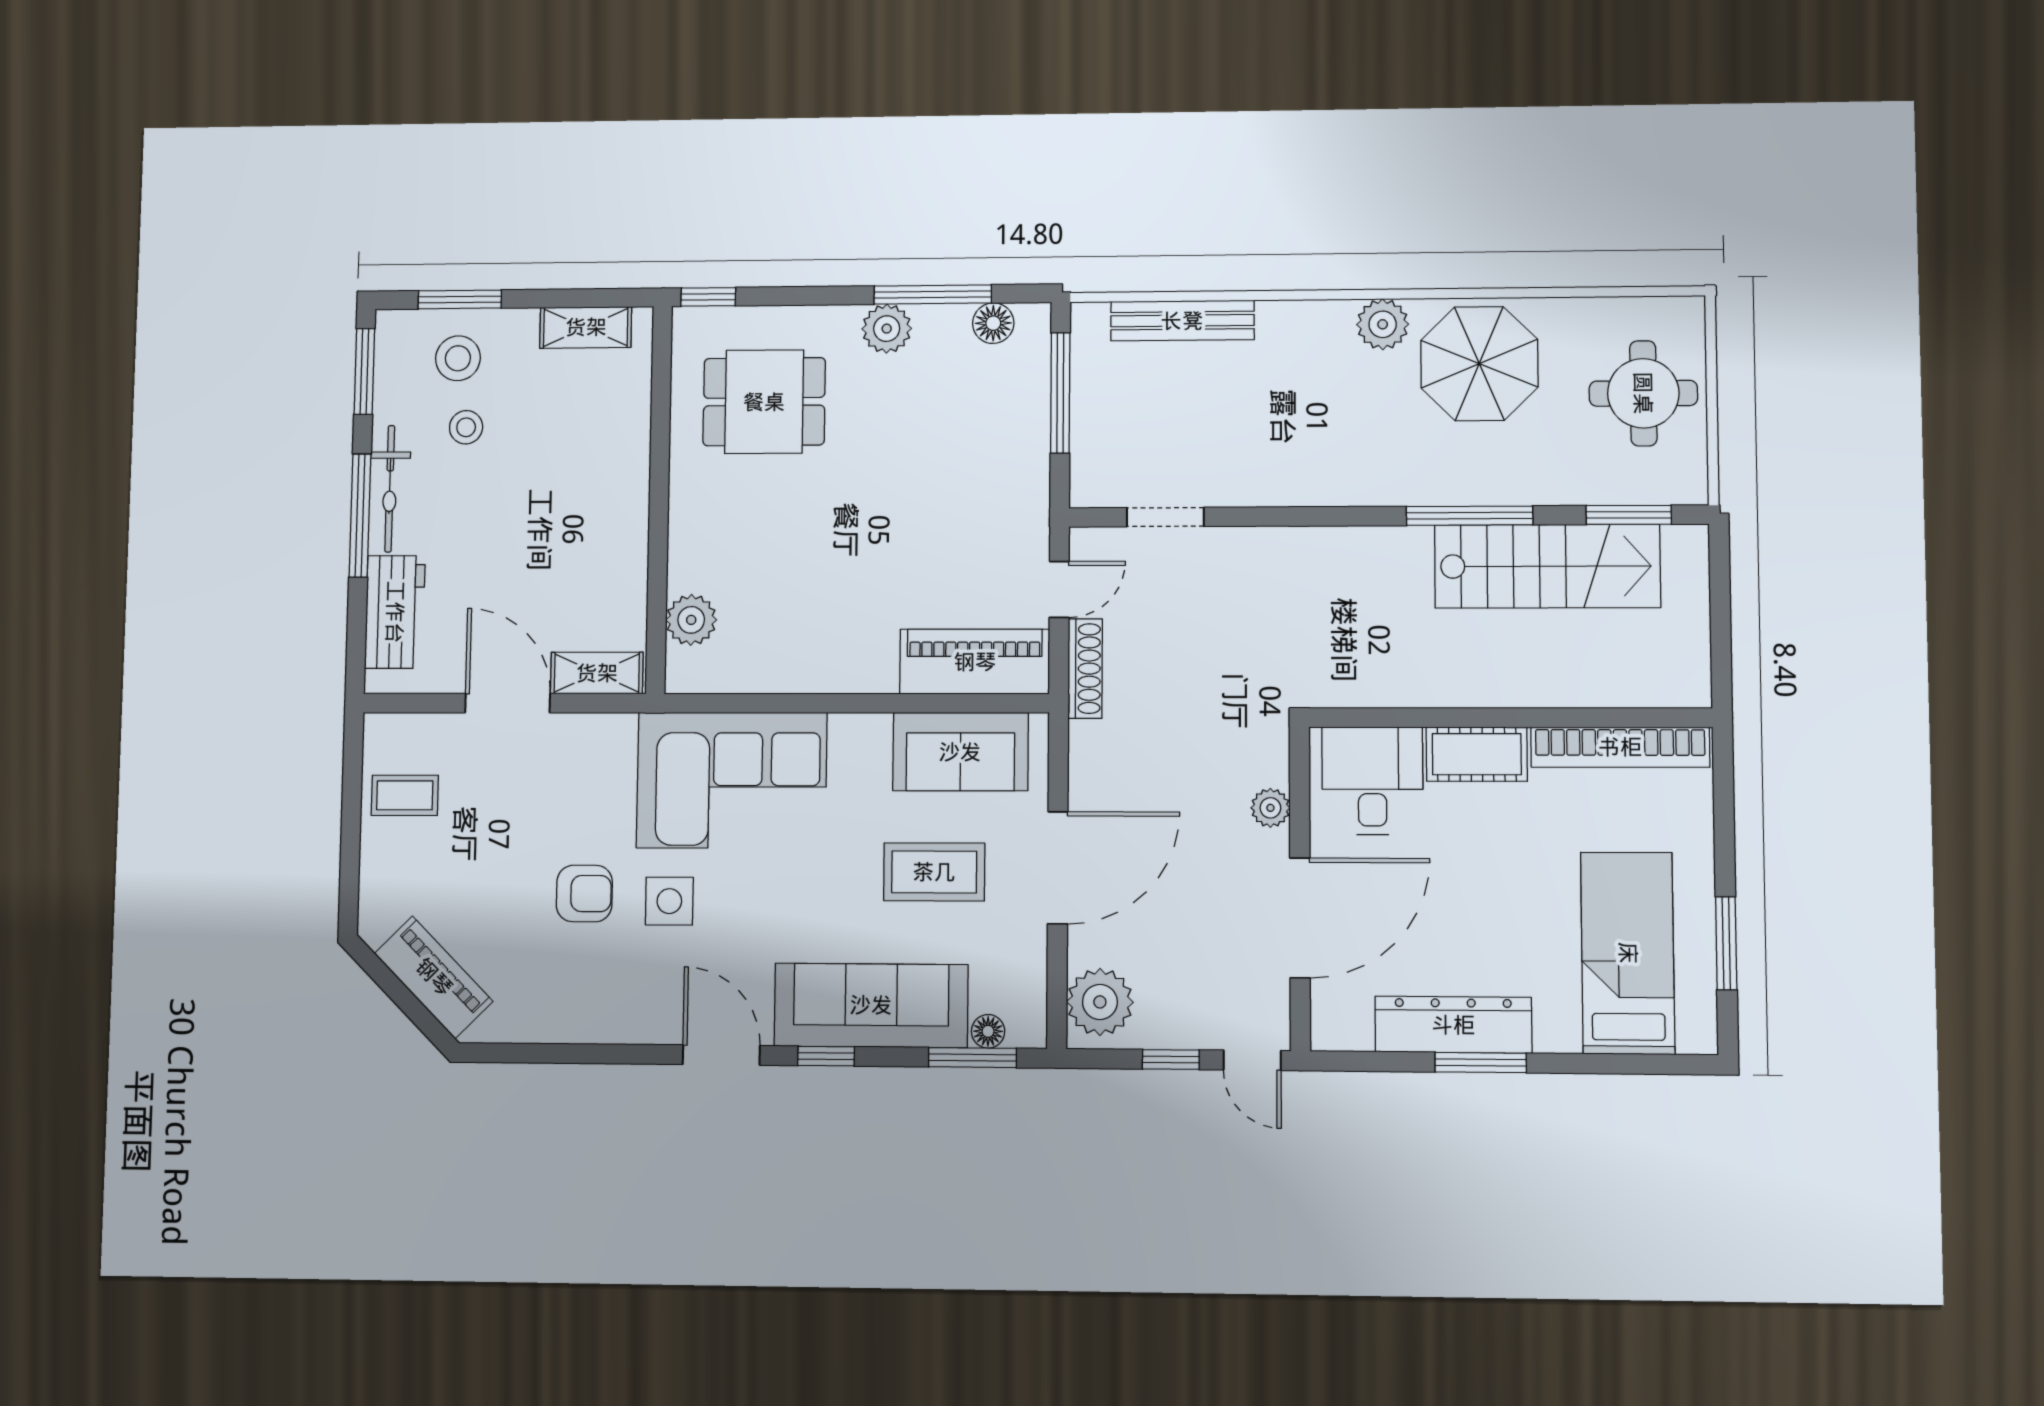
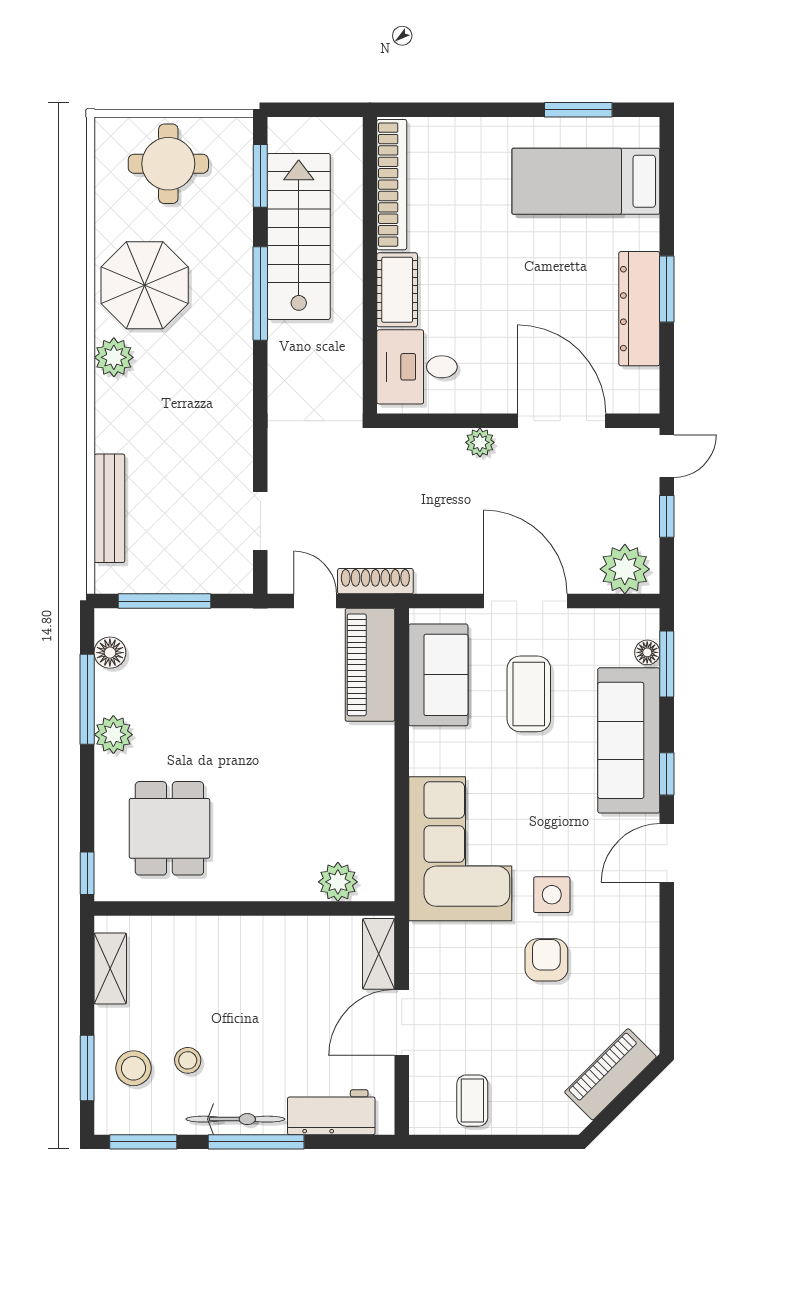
wall: (1510, 718) -> (370, 265), moved
bookcase: (1620, 747) -> (392, 185), moved
cot: (1477, 754) -> (397, 290), moved
desk: (1372, 781) -> (417, 367), moved

